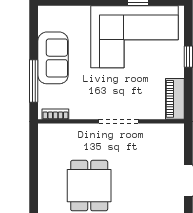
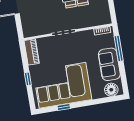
floor lamp: (57, 16) -> (111, 90), added

